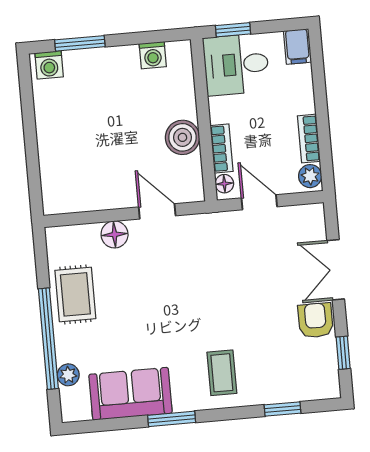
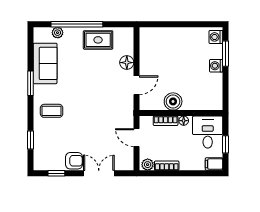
window: (233, 30) -> (225, 144), moved
washing machine: (153, 55) -> (216, 66), moved
floor lamp: (224, 184) -> (184, 121), moved
door: (259, 202) -> (137, 138), swing flipped

